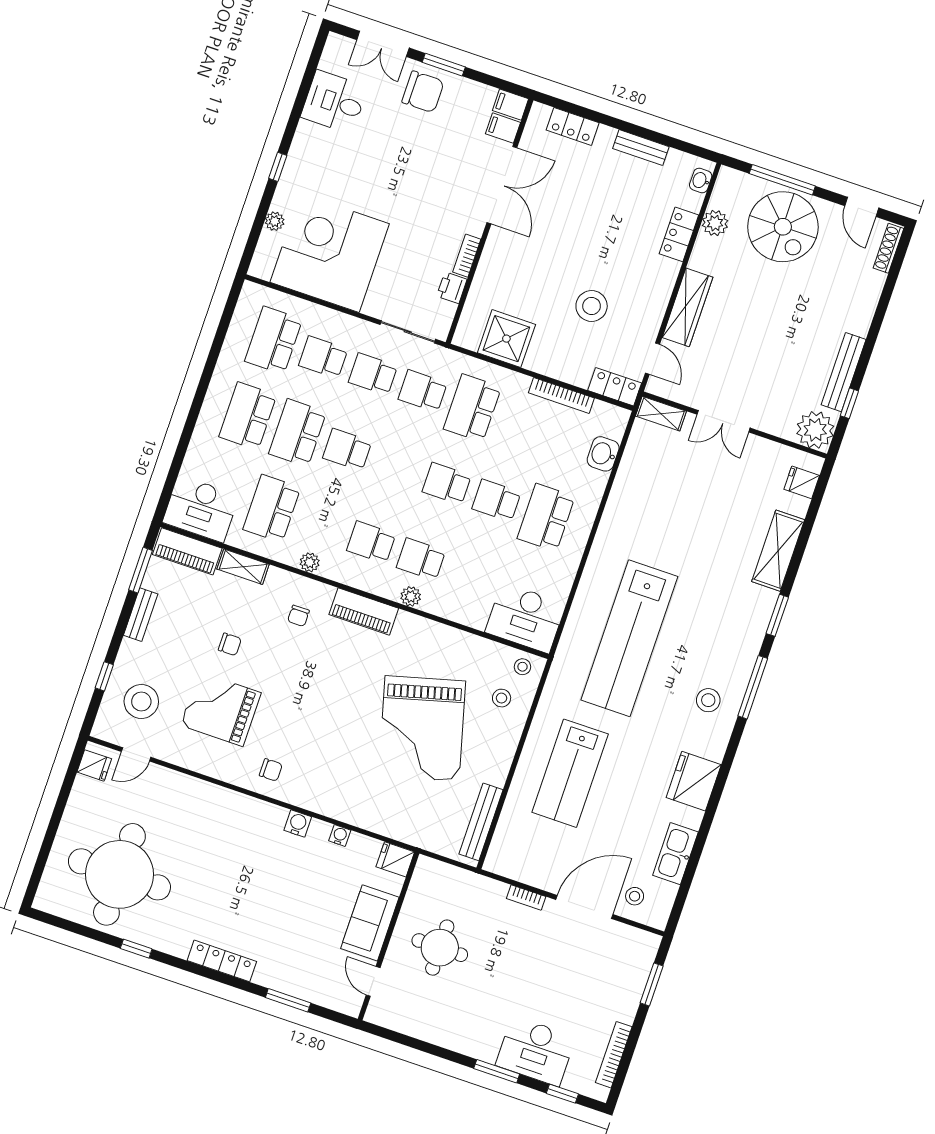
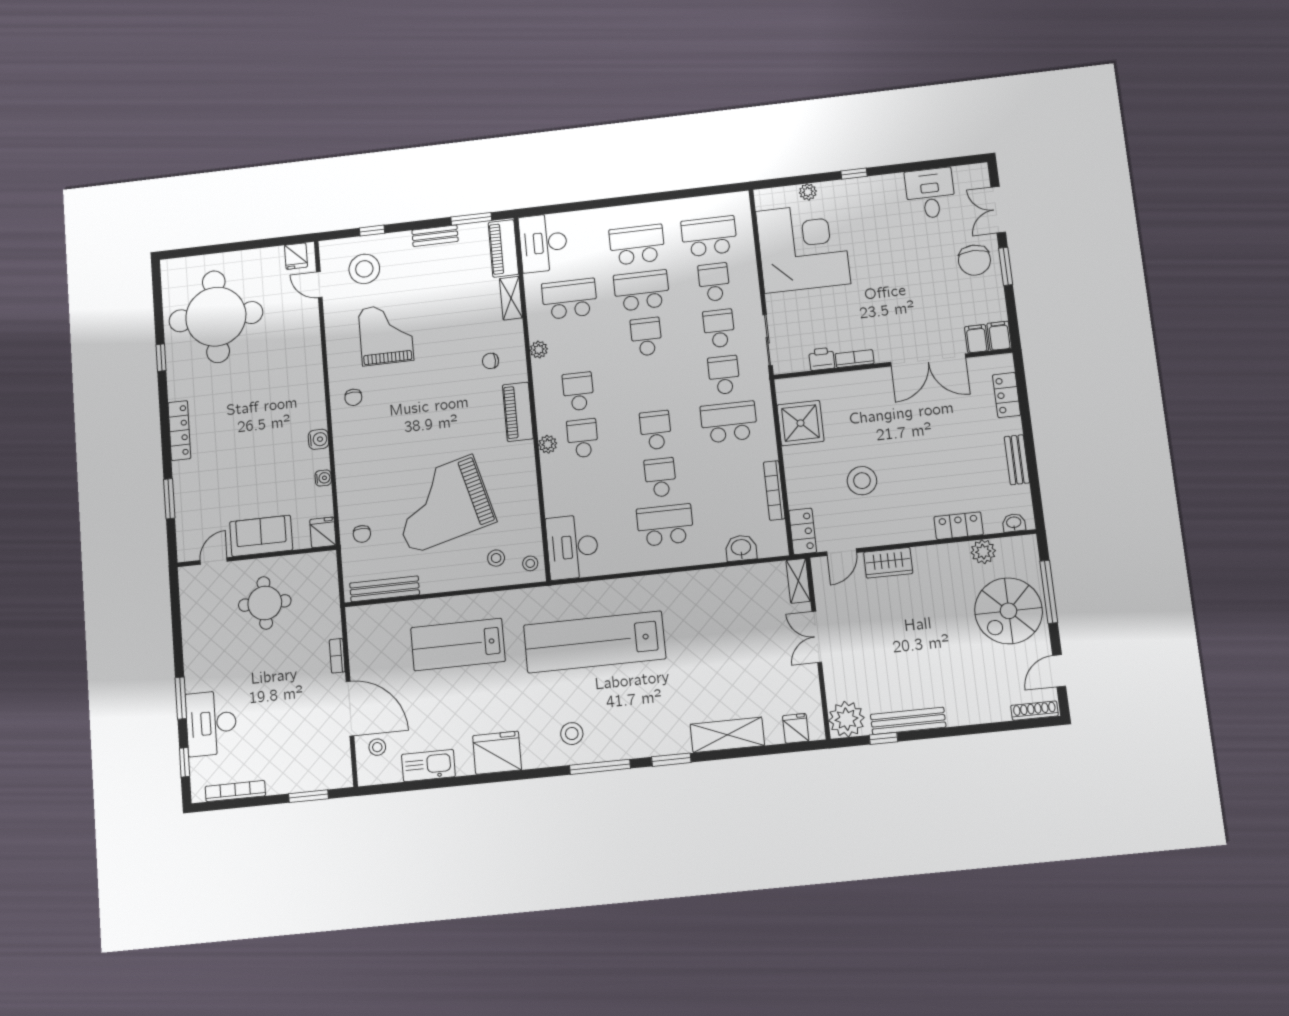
wardrobe: (688, 307) -> (888, 563), width x0.67
chair: (230, 644) -> (362, 534), moved

